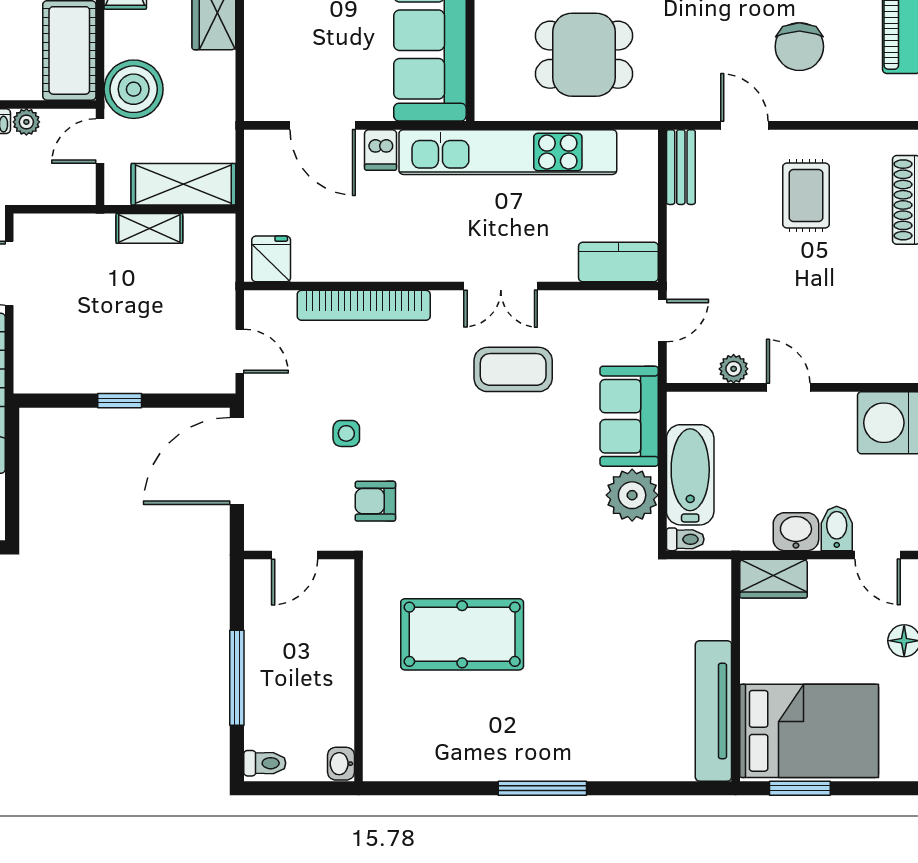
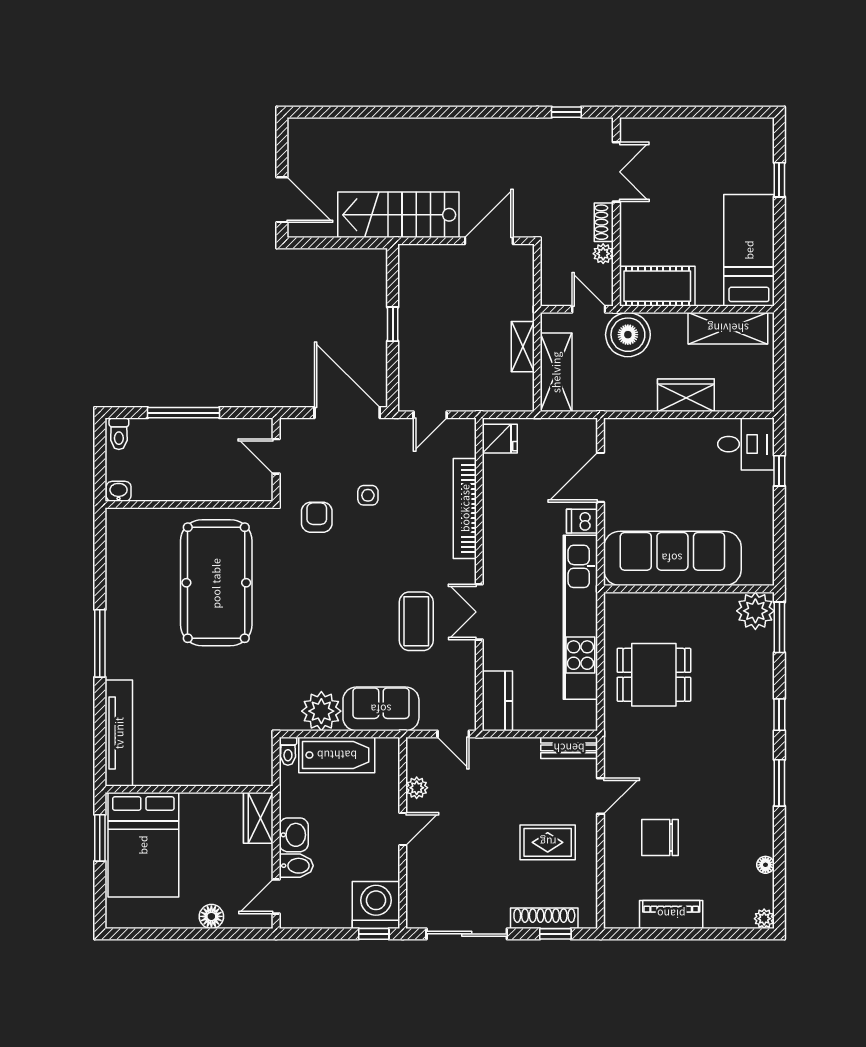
dining table: (584, 55) -> (654, 675), turned 90
pool table: (462, 634) -> (216, 583), width x1.36, depth x1.32
tv unit: (713, 711) -> (119, 733), moved, turned 90

